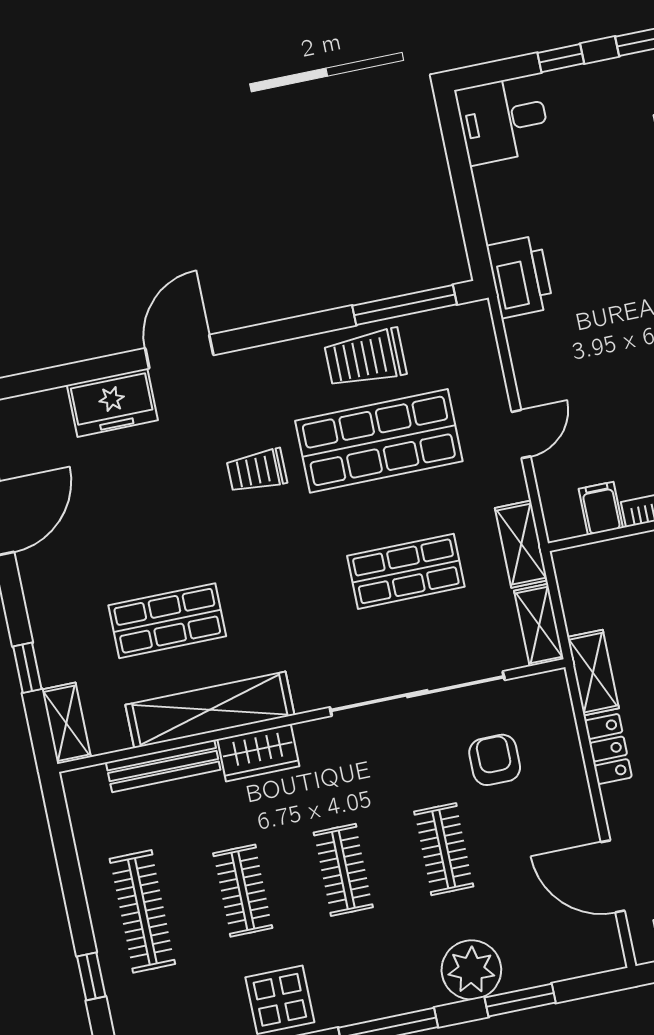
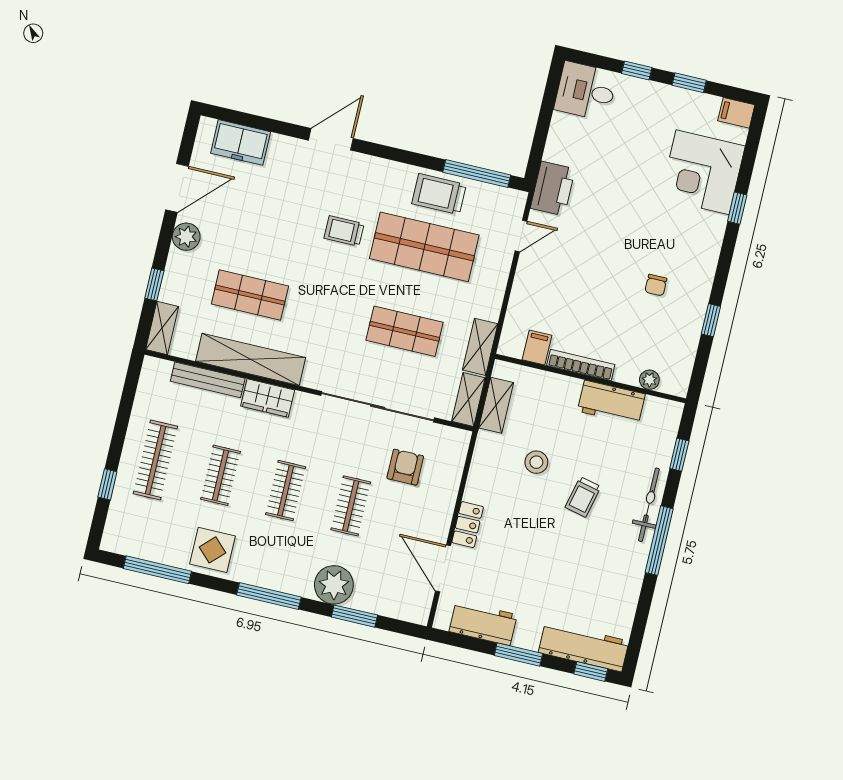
freezer: (112, 403) -> (241, 142), moved
door: (521, 434) -> (521, 236), moved
plant: (41, 581) -> (186, 237), added
shelving: (593, 673) -> (496, 405), moved
locker: (608, 749) -> (468, 525), moved

